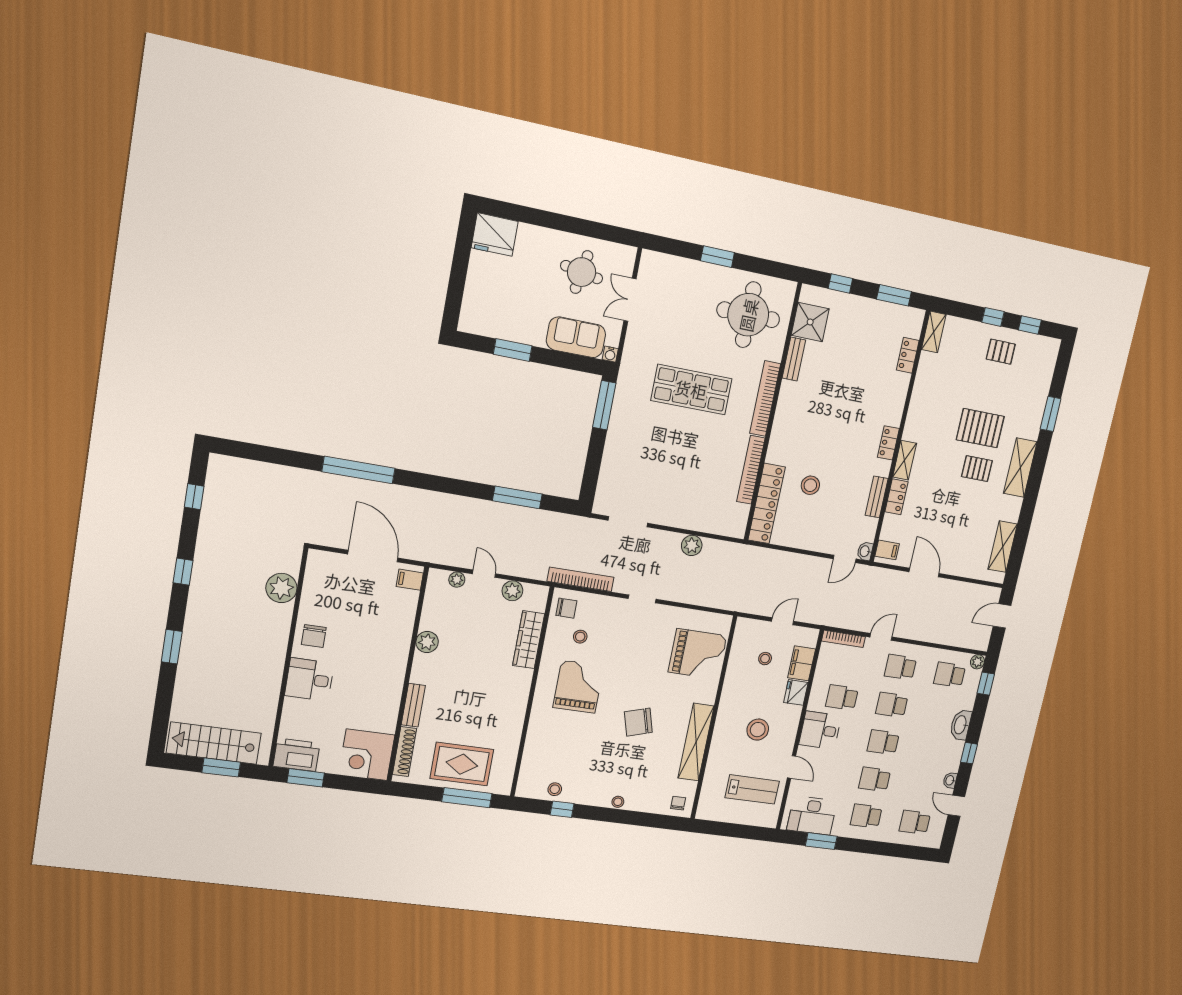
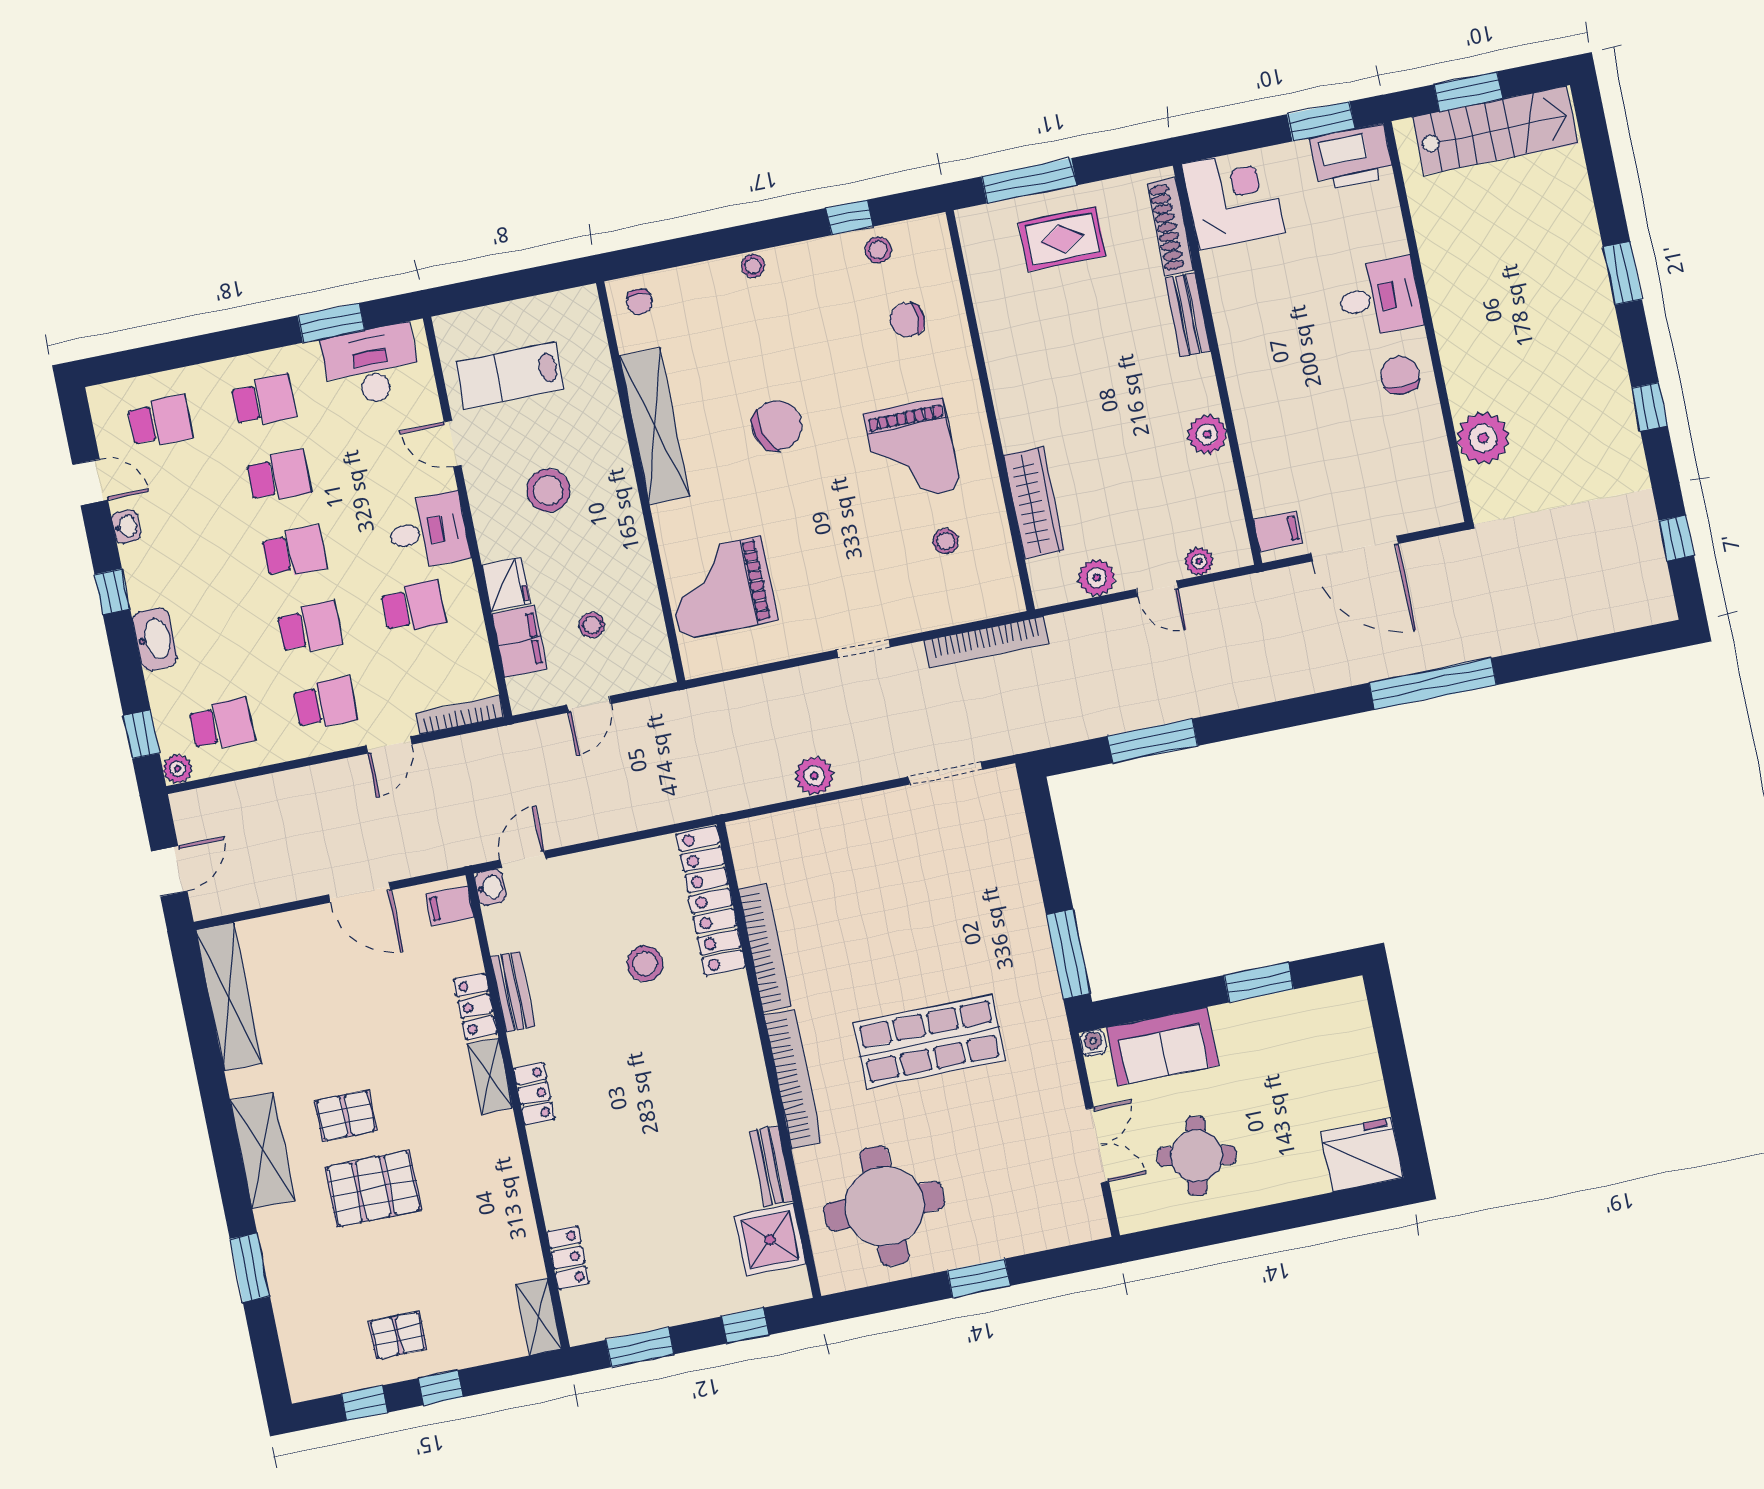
shelving: (1003, 547) -> (229, 997), width x1.47
chair: (566, 608) -> (907, 320), moved
rug: (462, 764) -> (1062, 239), width x0.73, depth x0.70

